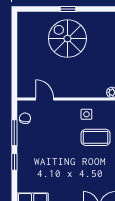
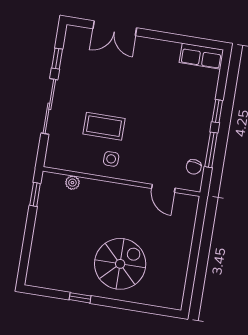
window: (68, 9) -> (80, 298), moved
spiral stairs: (67, 39) -> (120, 264), turned -90

